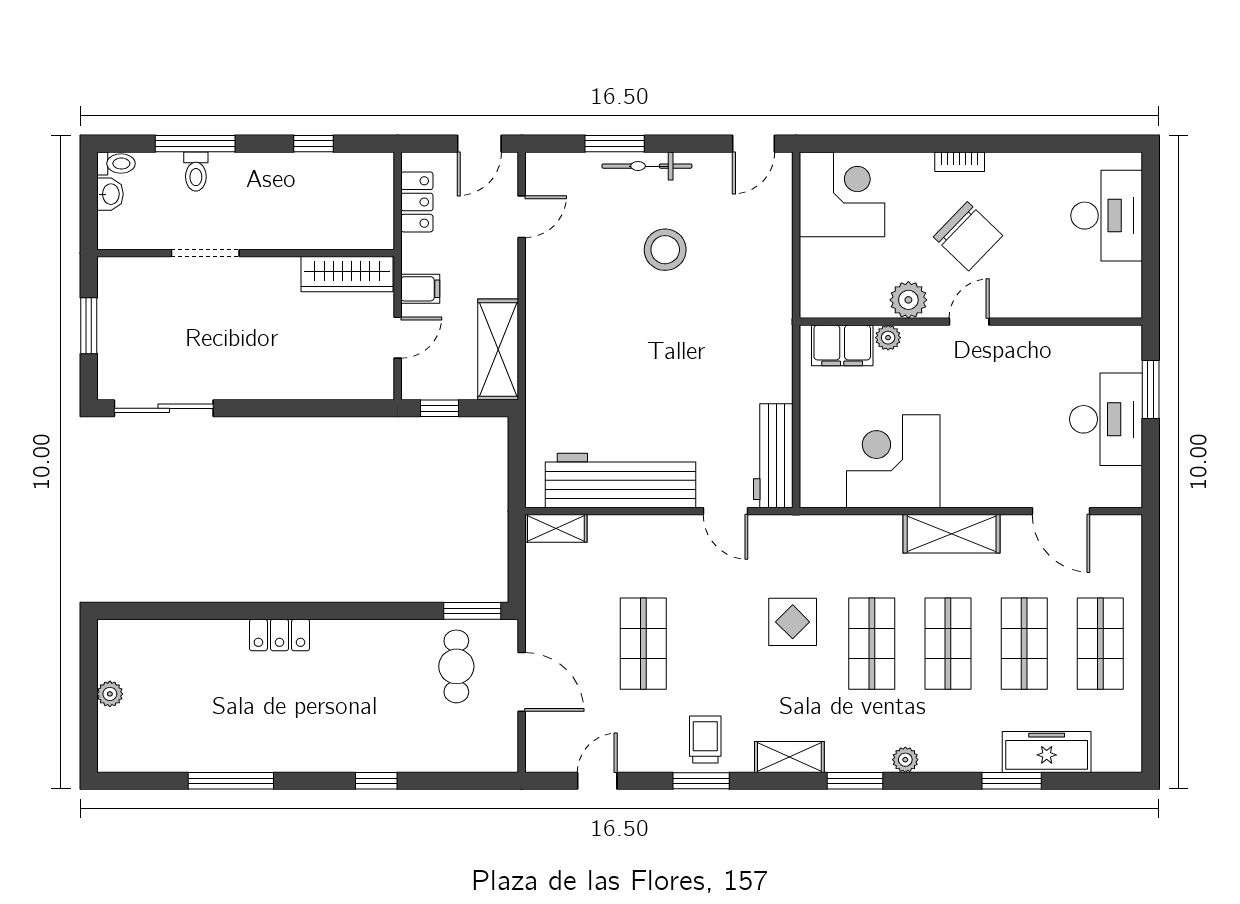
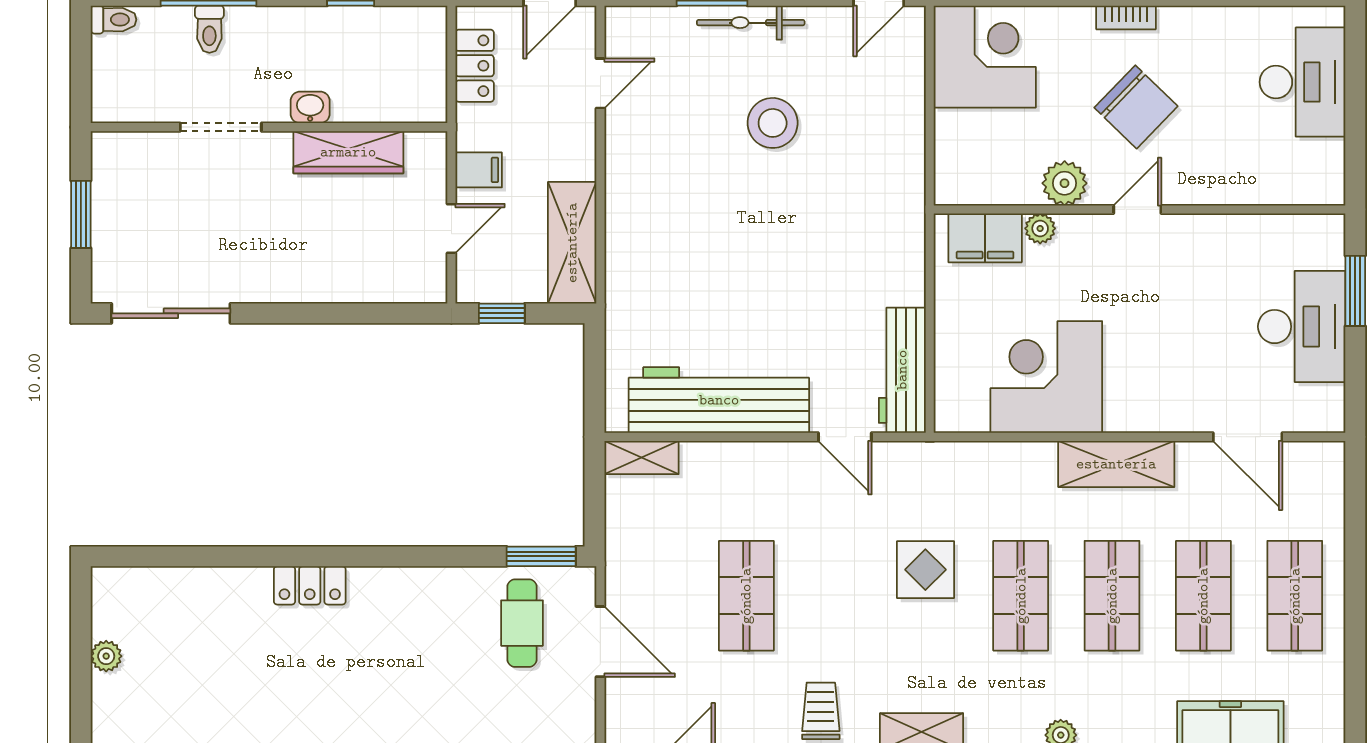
washbasin: (110, 194) -> (310, 107), moved, turned -90
wardrobe: (347, 274) -> (348, 152), moved

